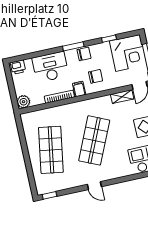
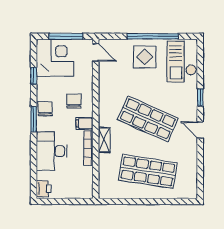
shelving: (122, 97) -> (104, 140), moved
plant: (23, 102) -> (85, 191), removed
door: (94, 186) -> (200, 130), swing flipped
window: (49, 195) -> (200, 97), moved

